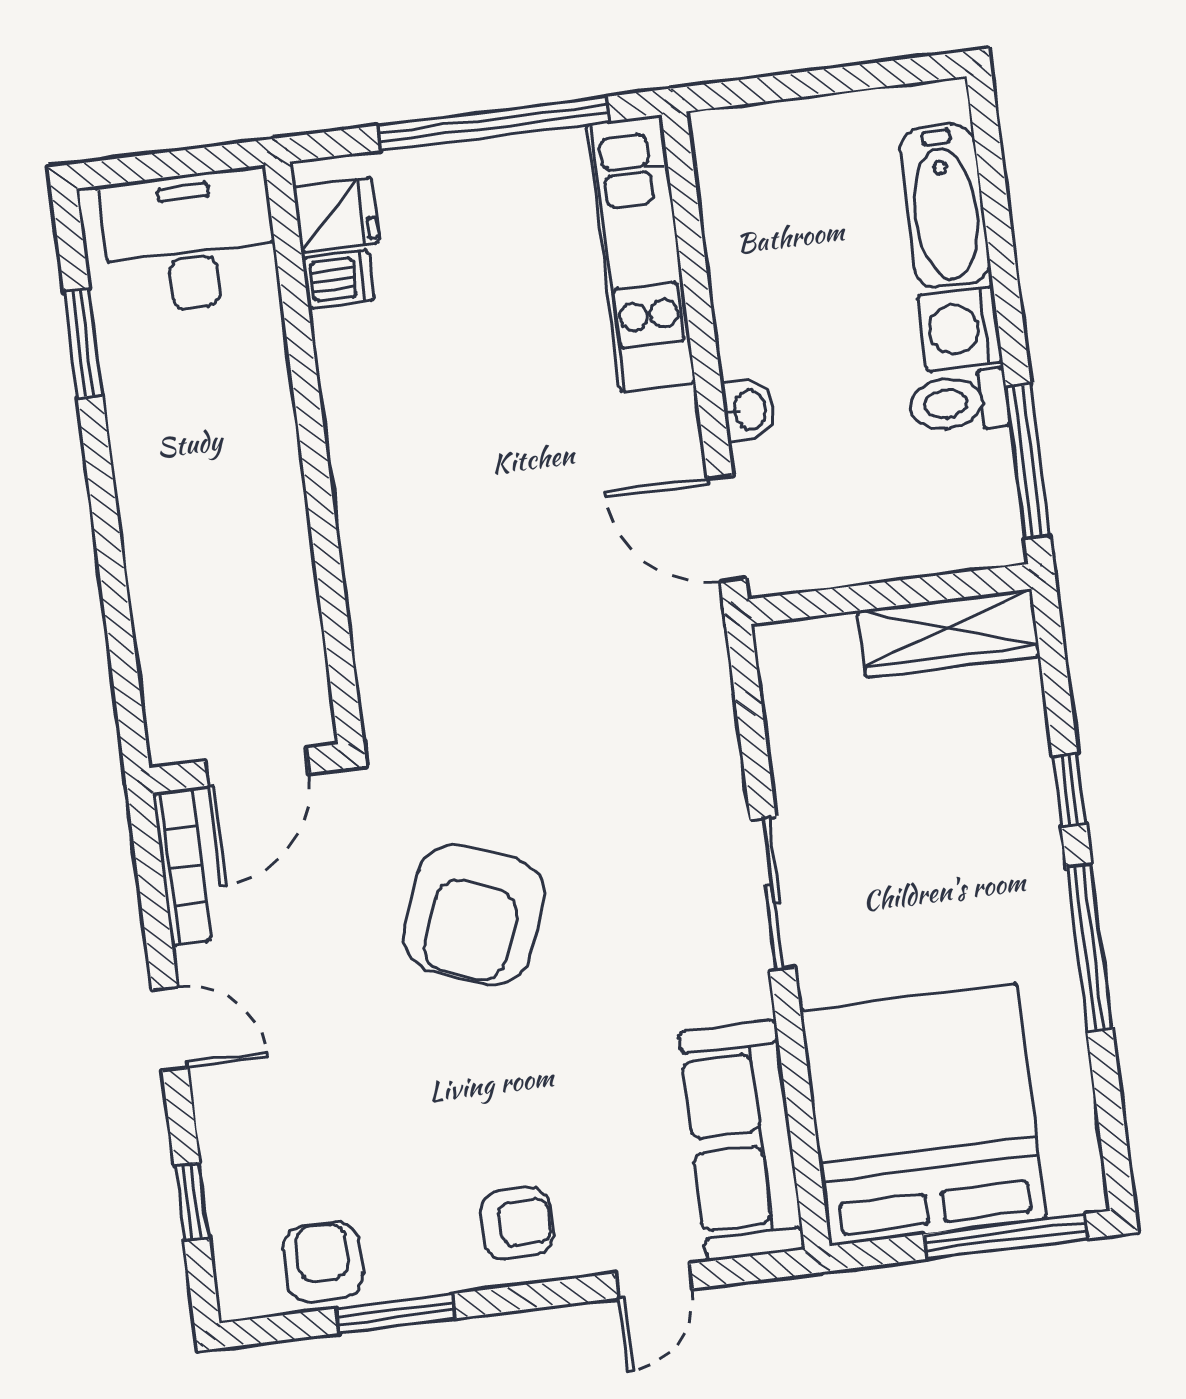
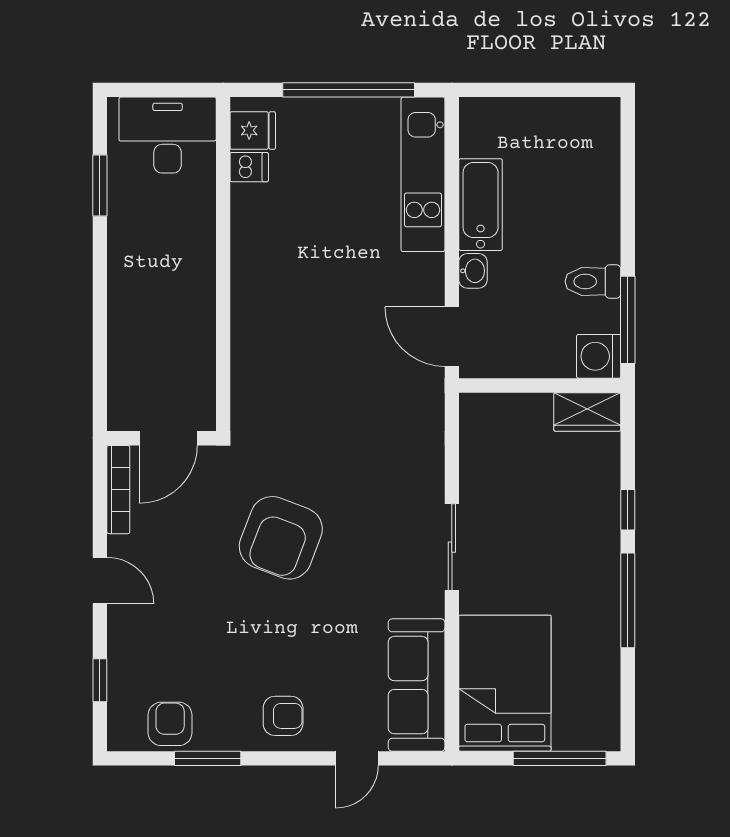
bathtub: (945, 206) -> (481, 205), moved, turned 180
washing machine: (960, 329) -> (599, 356), moved
wardrobe: (949, 633) -> (587, 412), width x0.67
bed: (923, 1114) -> (505, 683), width x0.73

